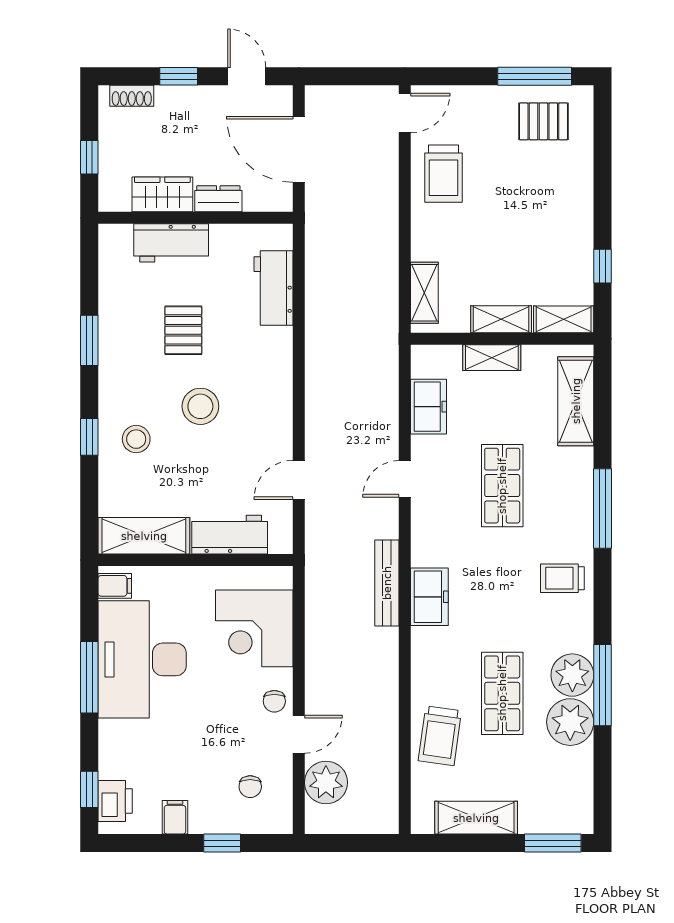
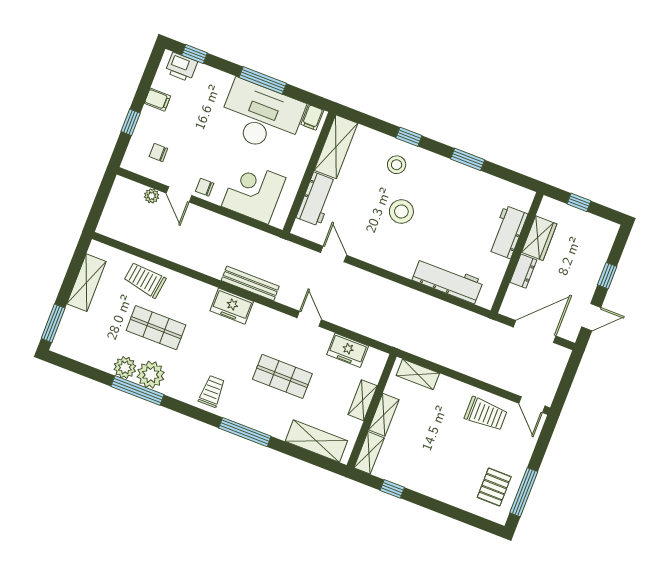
shoe rack: (132, 96) -> (606, 243), removed
trolley: (443, 174) -> (486, 414), turned 180
workbench: (273, 288) -> (448, 280), width x1.38
pallet: (183, 330) -> (452, 219), removed
plant: (570, 722) -> (125, 368), width x0.73, depth x0.73
plant: (326, 782) -> (152, 196), width x0.53, depth x0.53

